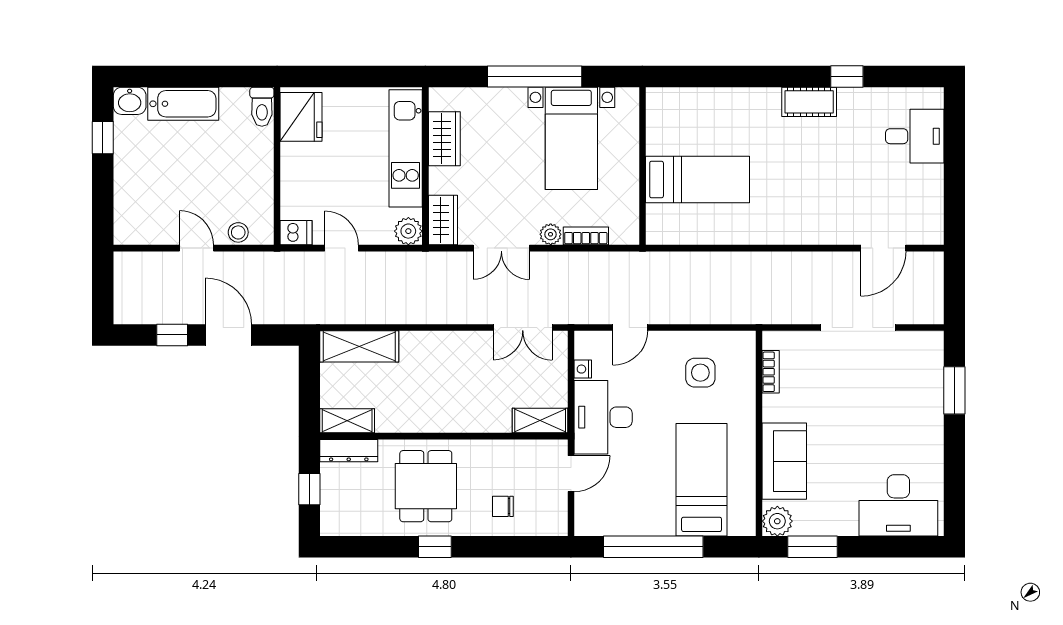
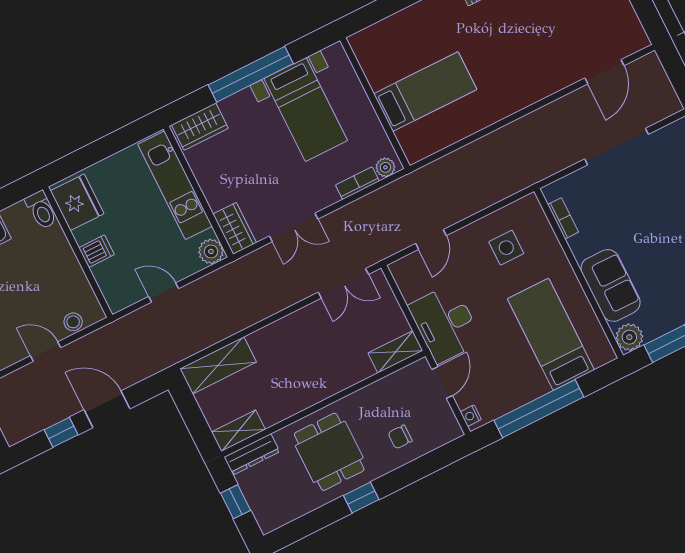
wardrobe: (444, 139) -> (200, 127), moved, turned 90
dishwasher: (296, 233) -> (97, 251), moved
plant: (551, 234) -> (385, 167), moved
nightstand: (583, 369) -> (471, 416), moved

